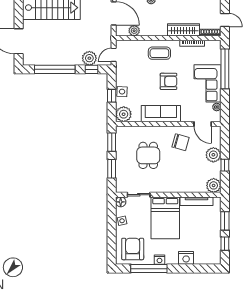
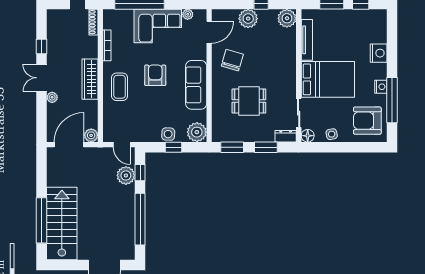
wardrobe: (183, 30) -> (90, 79), moved
plant: (134, 31) -> (91, 135), moved
dresser: (120, 184) -> (286, 136), added

